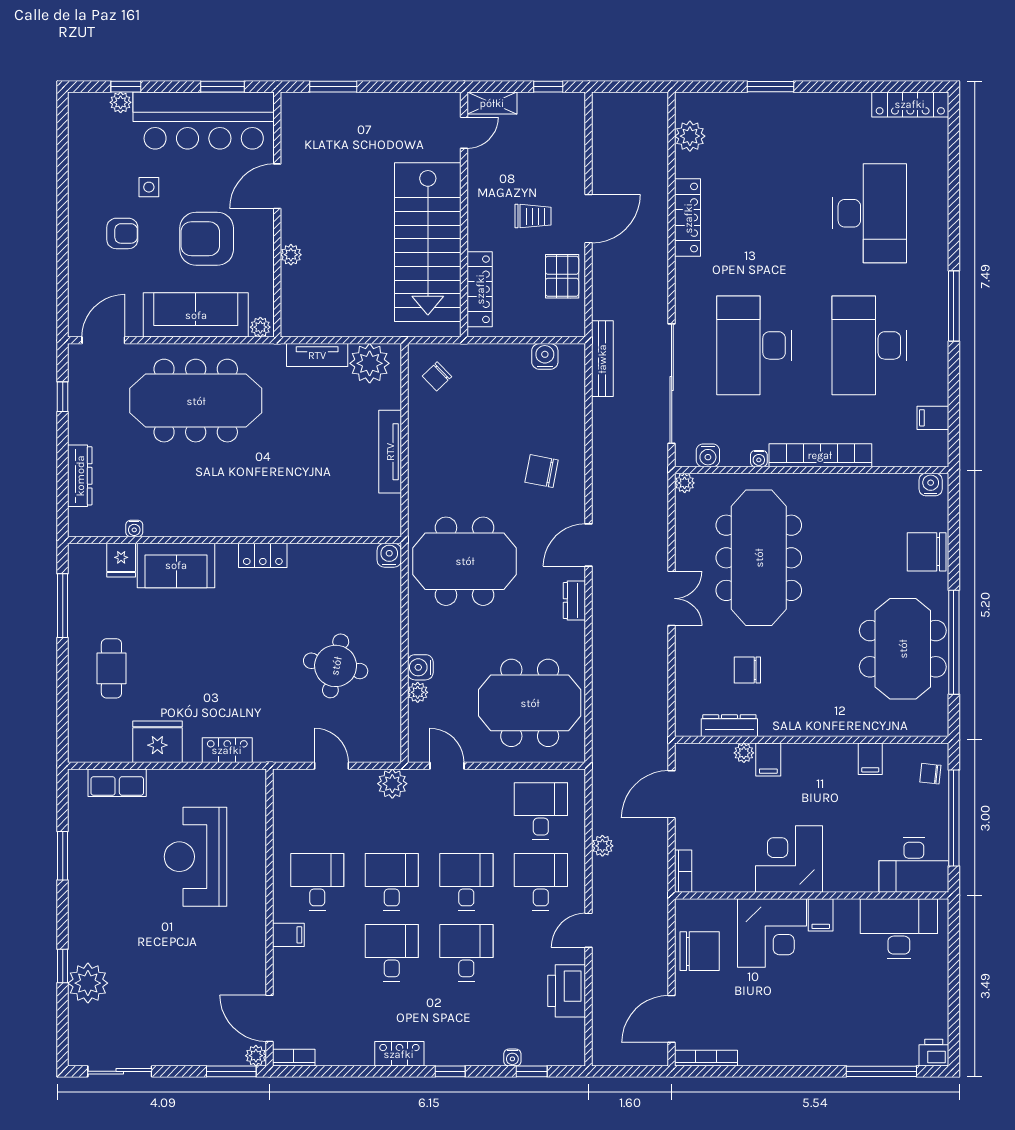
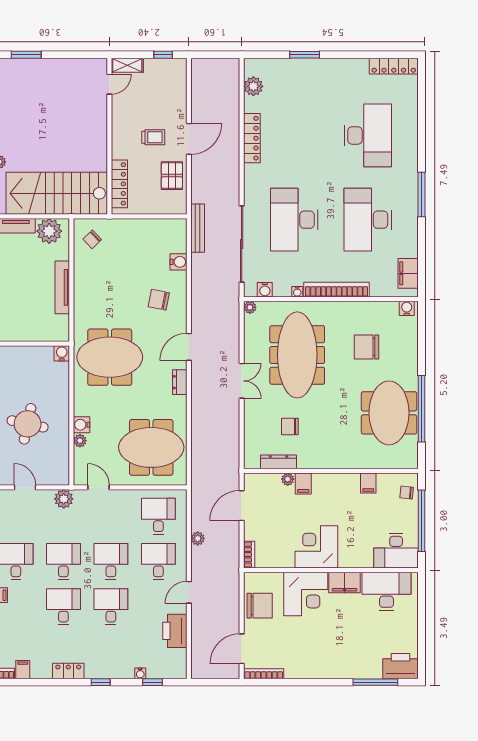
stairs: (428, 242) -> (57, 193), moved, turned 90
water cooler: (545, 356) -> (179, 262), moved, turned 90
filing cabinet: (933, 418) -> (408, 273), width x2.00
chair: (927, 552) -> (366, 347), moved
filing cabinet: (821, 915) -> (345, 582), width x2.00
filing cabinet: (328, 1052) -> (23, 670), added
printer: (934, 1053) -> (401, 666), width x1.87, depth x1.48

